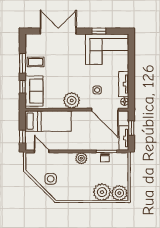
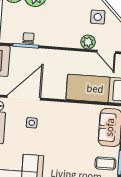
plant: (72, 100) -> (64, 112), removed
door: (105, 110) -> (24, 98), hinge flipped
plant: (81, 158) -> (88, 42), moved

